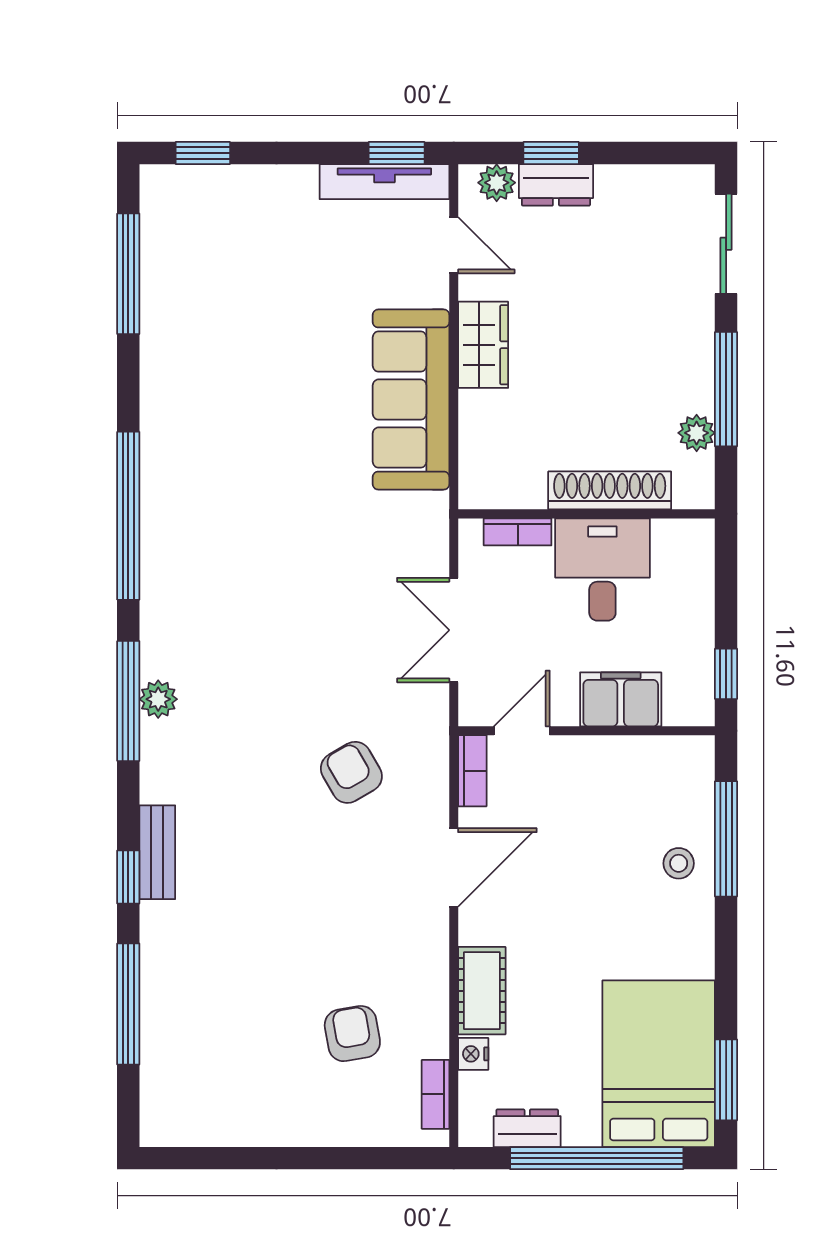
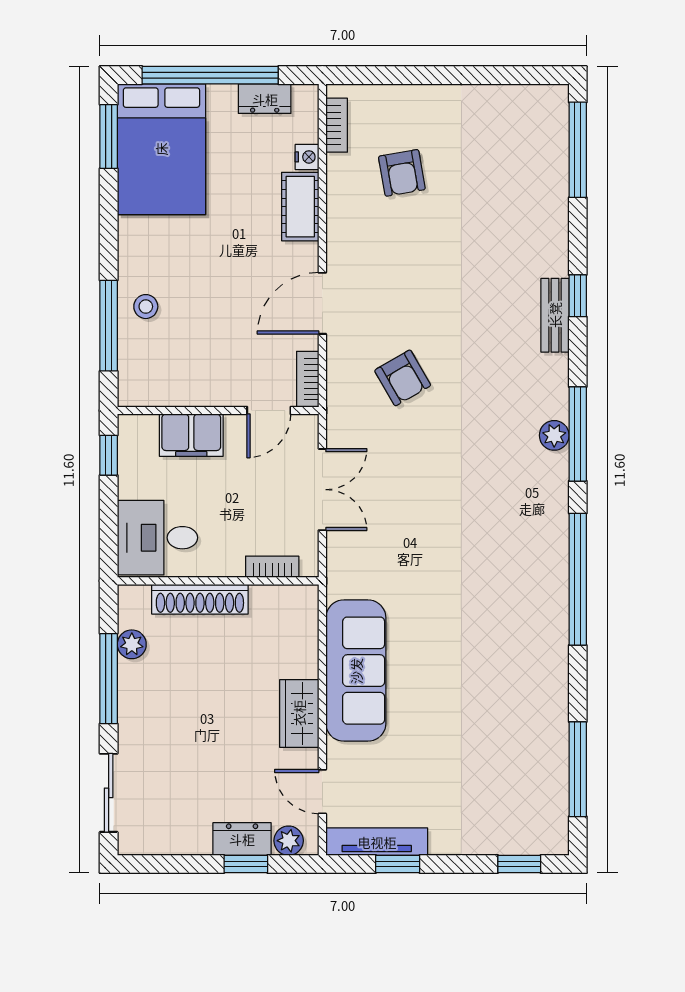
window: (397, 153) -> (398, 864), moved
desk: (602, 569) -> (157, 538), moved, turned 90
window: (128, 1004) -> (578, 150), moved

